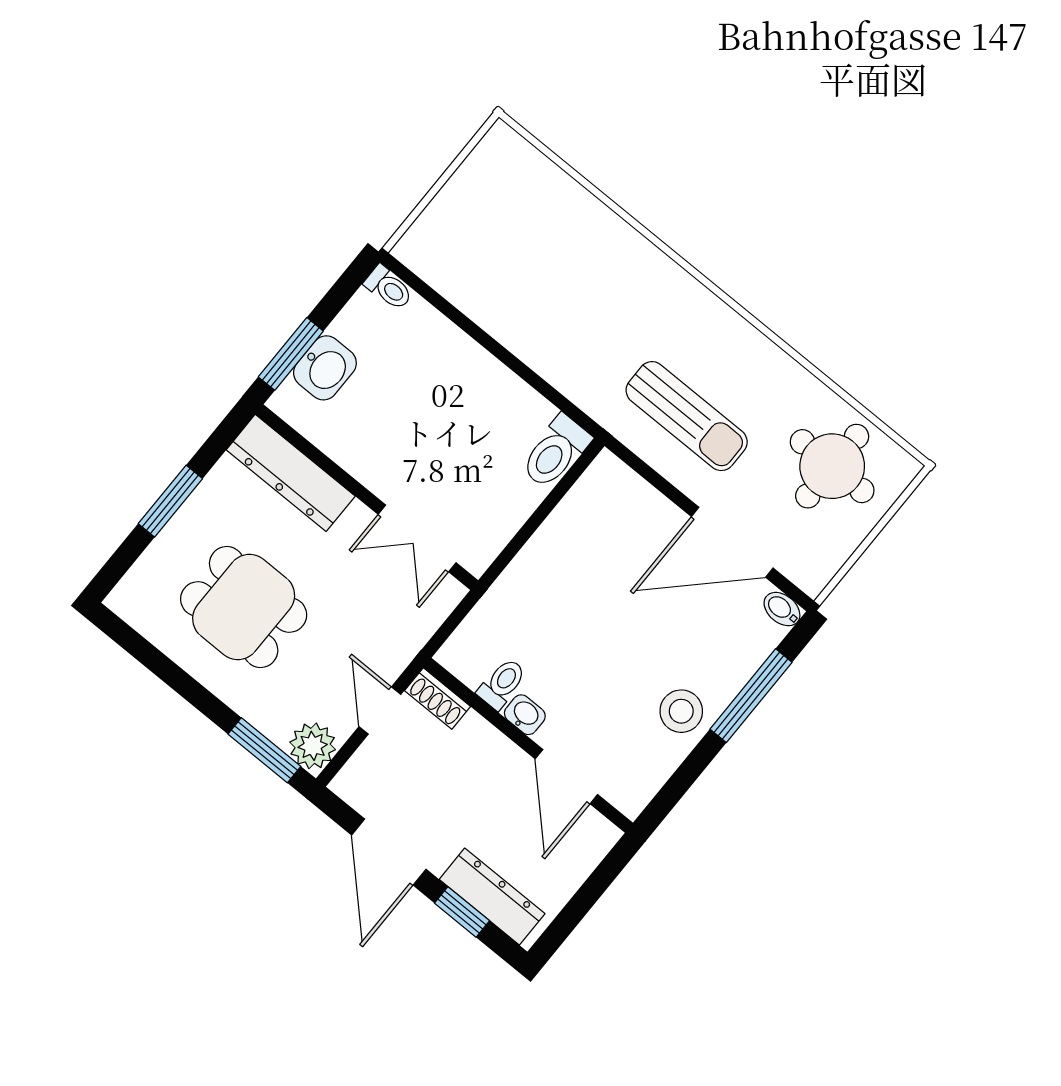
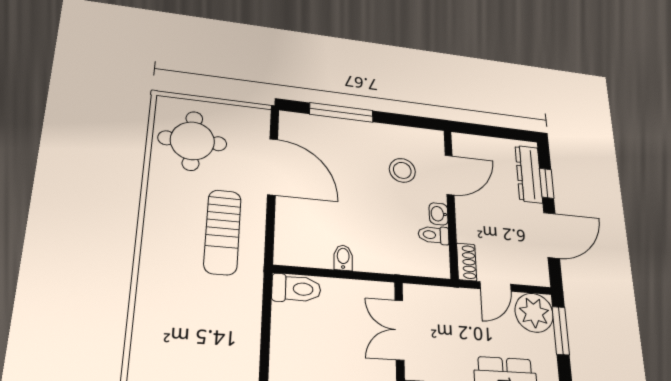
sun lounger: (687, 416) -> (223, 232), turned 180
double door: (417, 538) -> (399, 330), swing flipped
bidet: (782, 609) -> (343, 258), moved, turned 180
stool: (681, 711) -> (402, 170), moved
plant: (313, 746) -> (534, 313), width x1.36, depth x1.36

